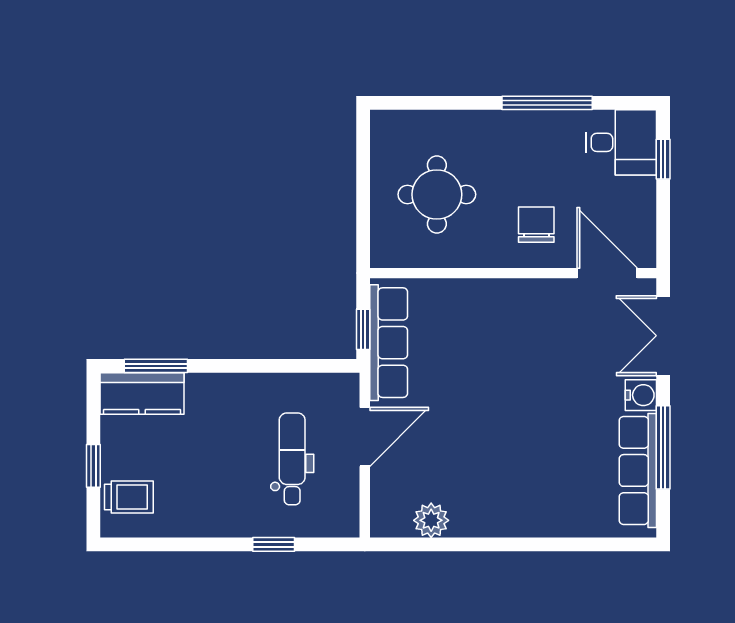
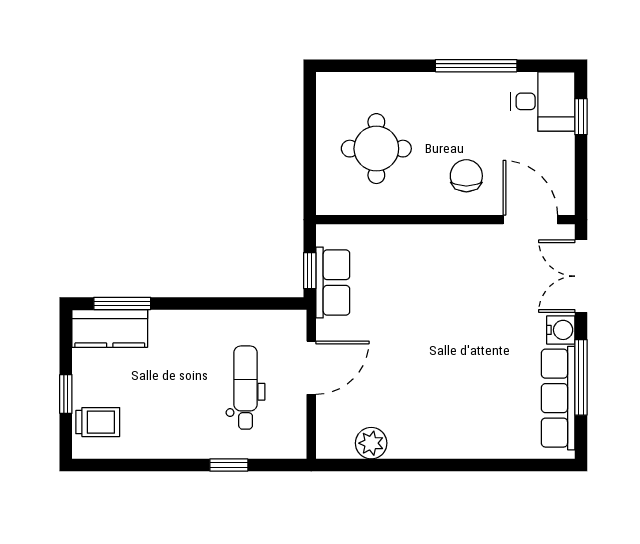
row of seats: (389, 343) -> (333, 283), width x0.68

